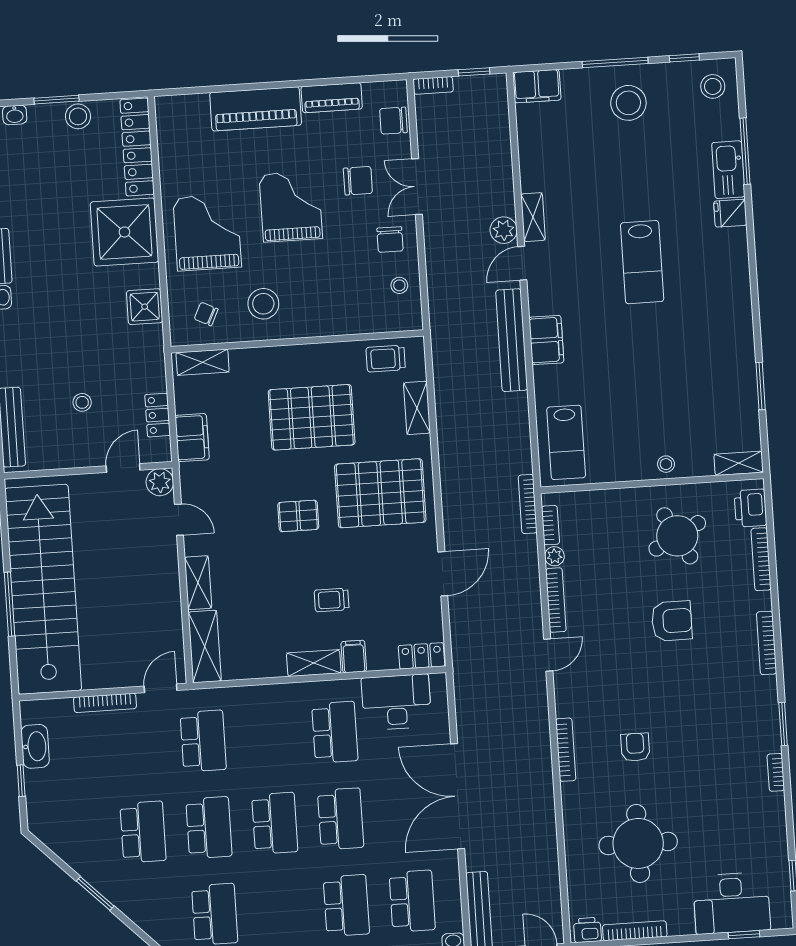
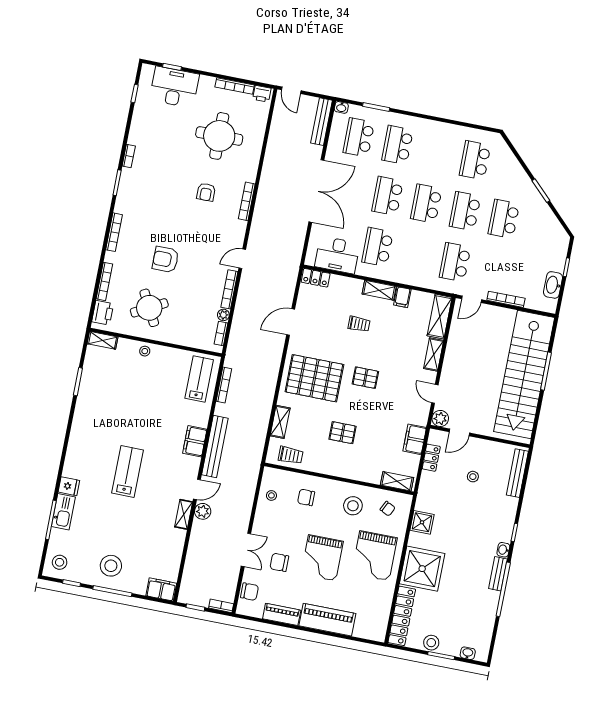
chair: (390, 240) -> (306, 497), moved, turned -90
pallet: (312, 417) -> (343, 433), width x0.49, depth x0.50
bookcase: (528, 504) -> (224, 385), moved
filing cabinet: (354, 656) -> (402, 297), moved

